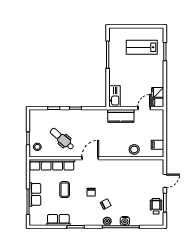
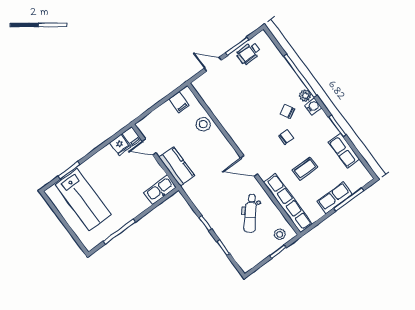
lab bench: (142, 47) -> (83, 200), width x1.36, depth x1.39
water cooler: (125, 221) -> (313, 106), moved

